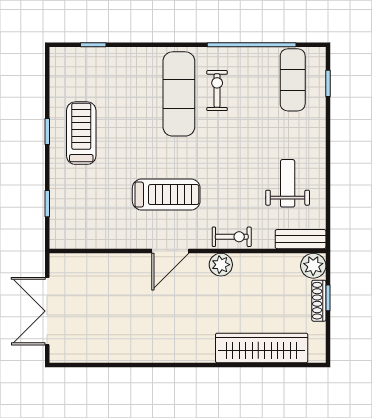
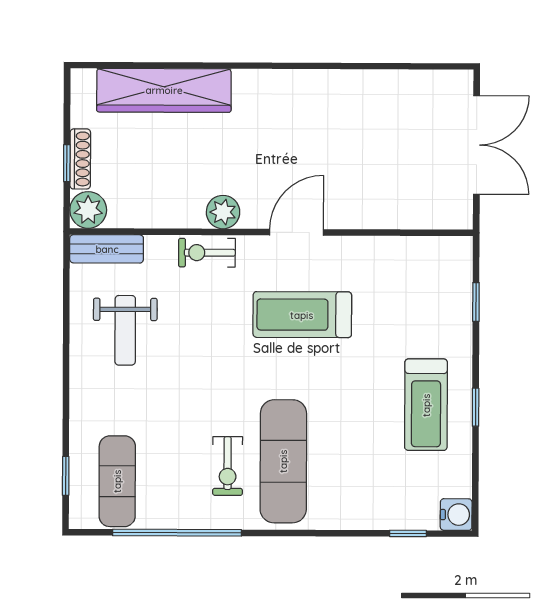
water cooler: (60, 58) -> (456, 515), added

